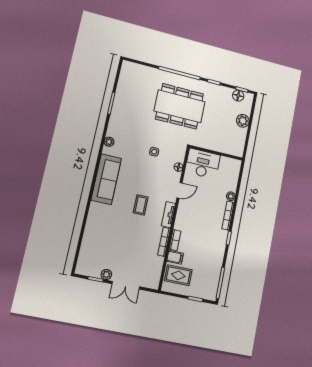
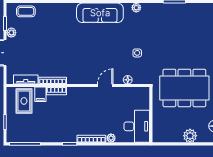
dining table: (180, 106) -> (184, 88), moved, turned 90
desk: (203, 164) -> (137, 126), moved
door: (180, 190) -> (105, 86), swing flipped
coffee table: (141, 205) -> (26, 11), moved
tv unit: (168, 215) -> (26, 79), moved

